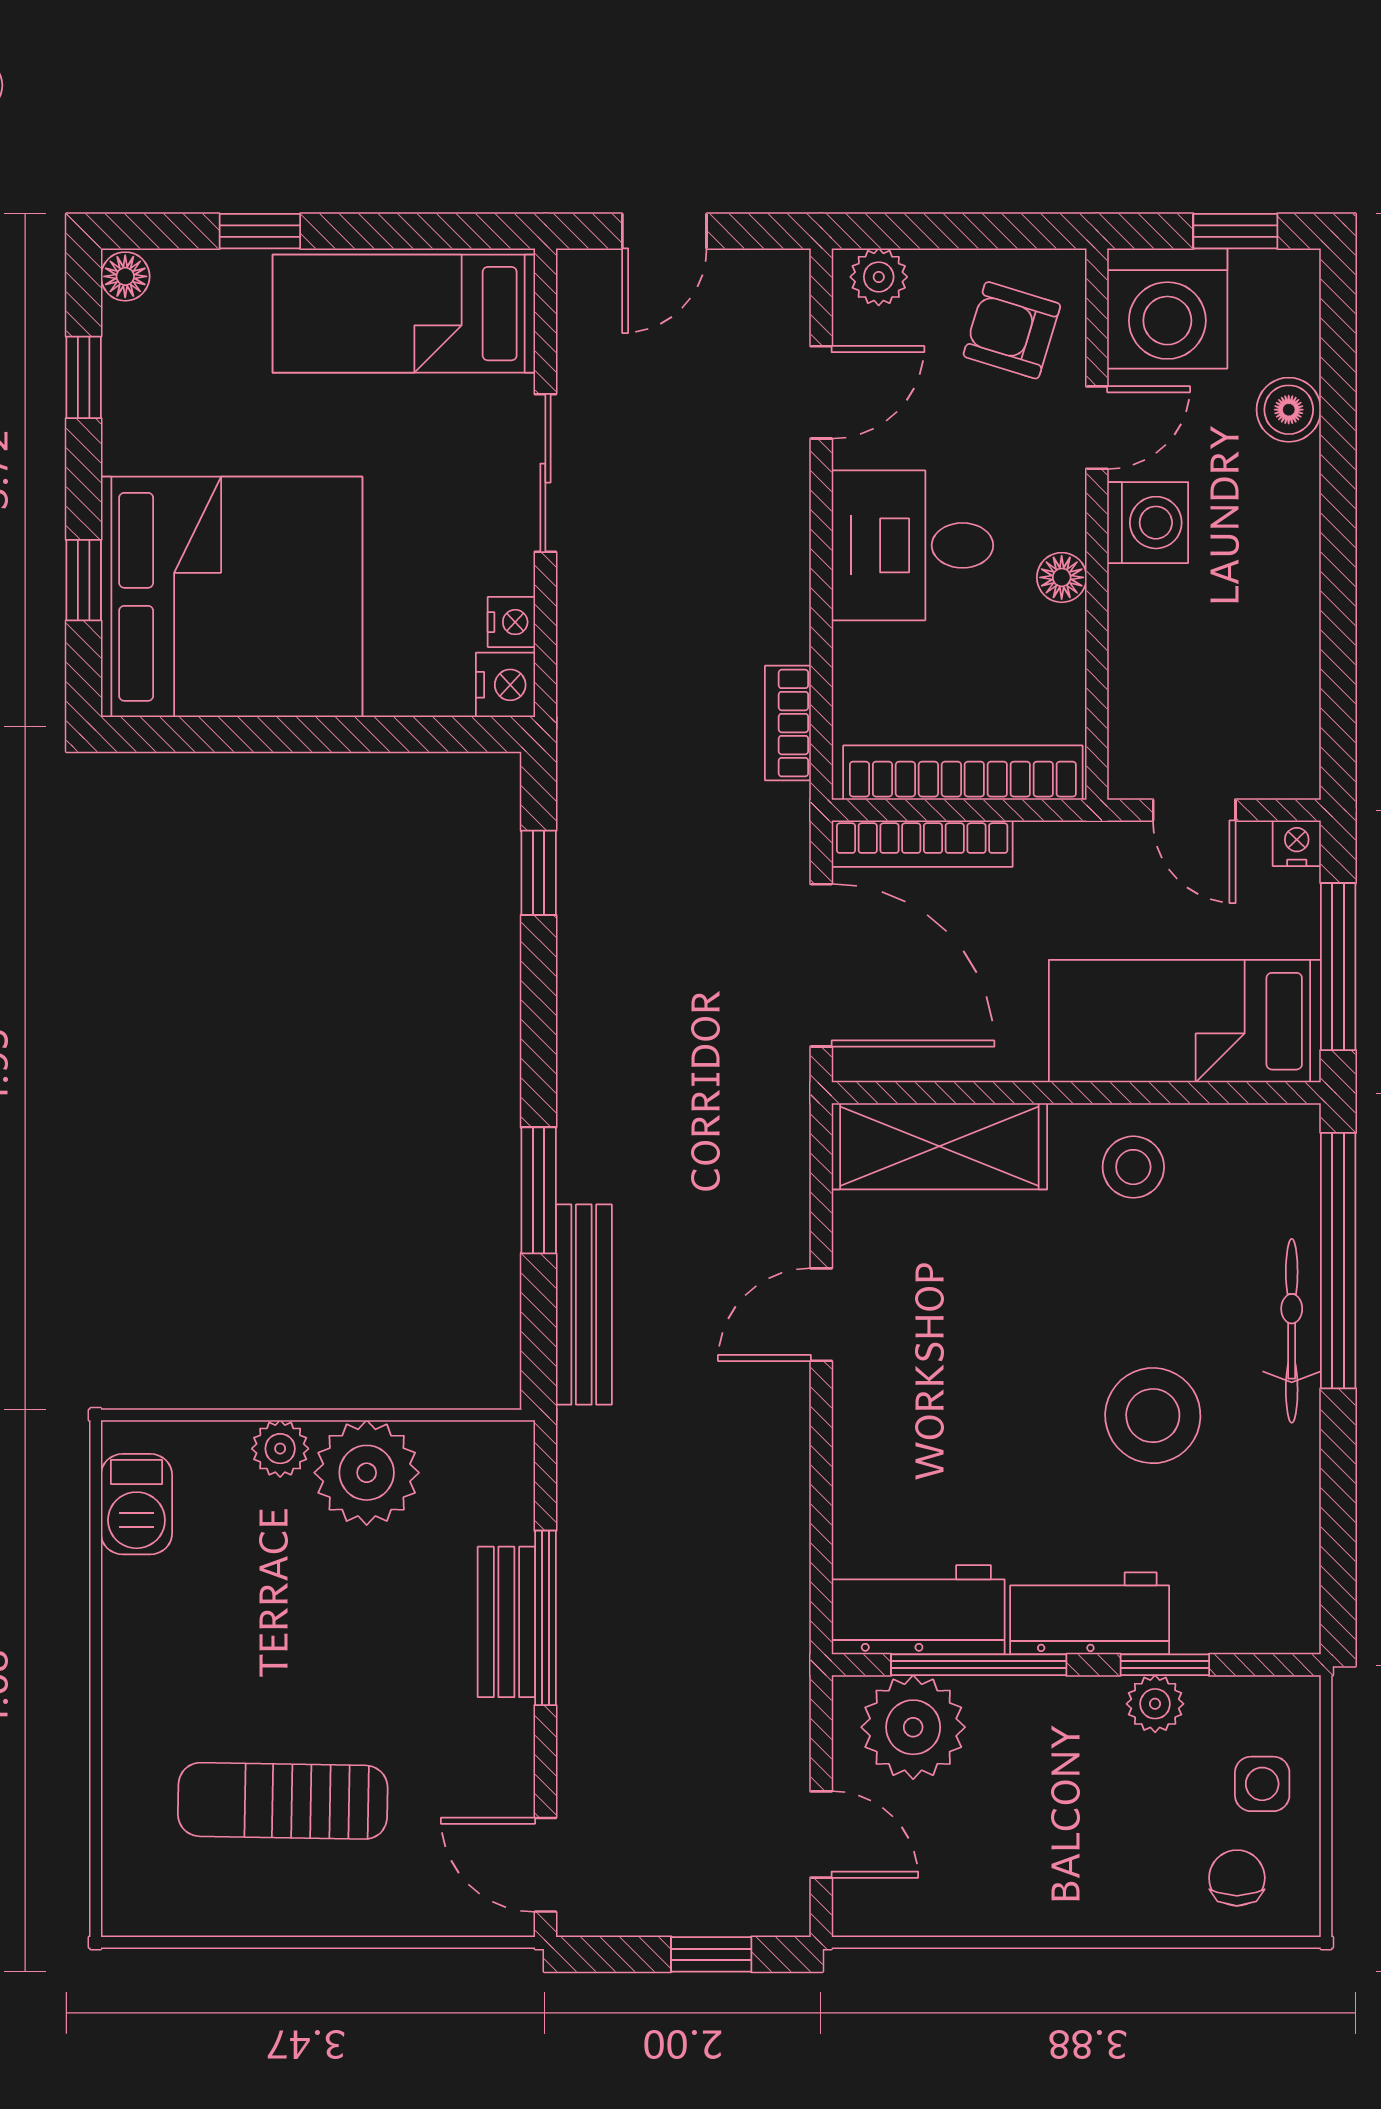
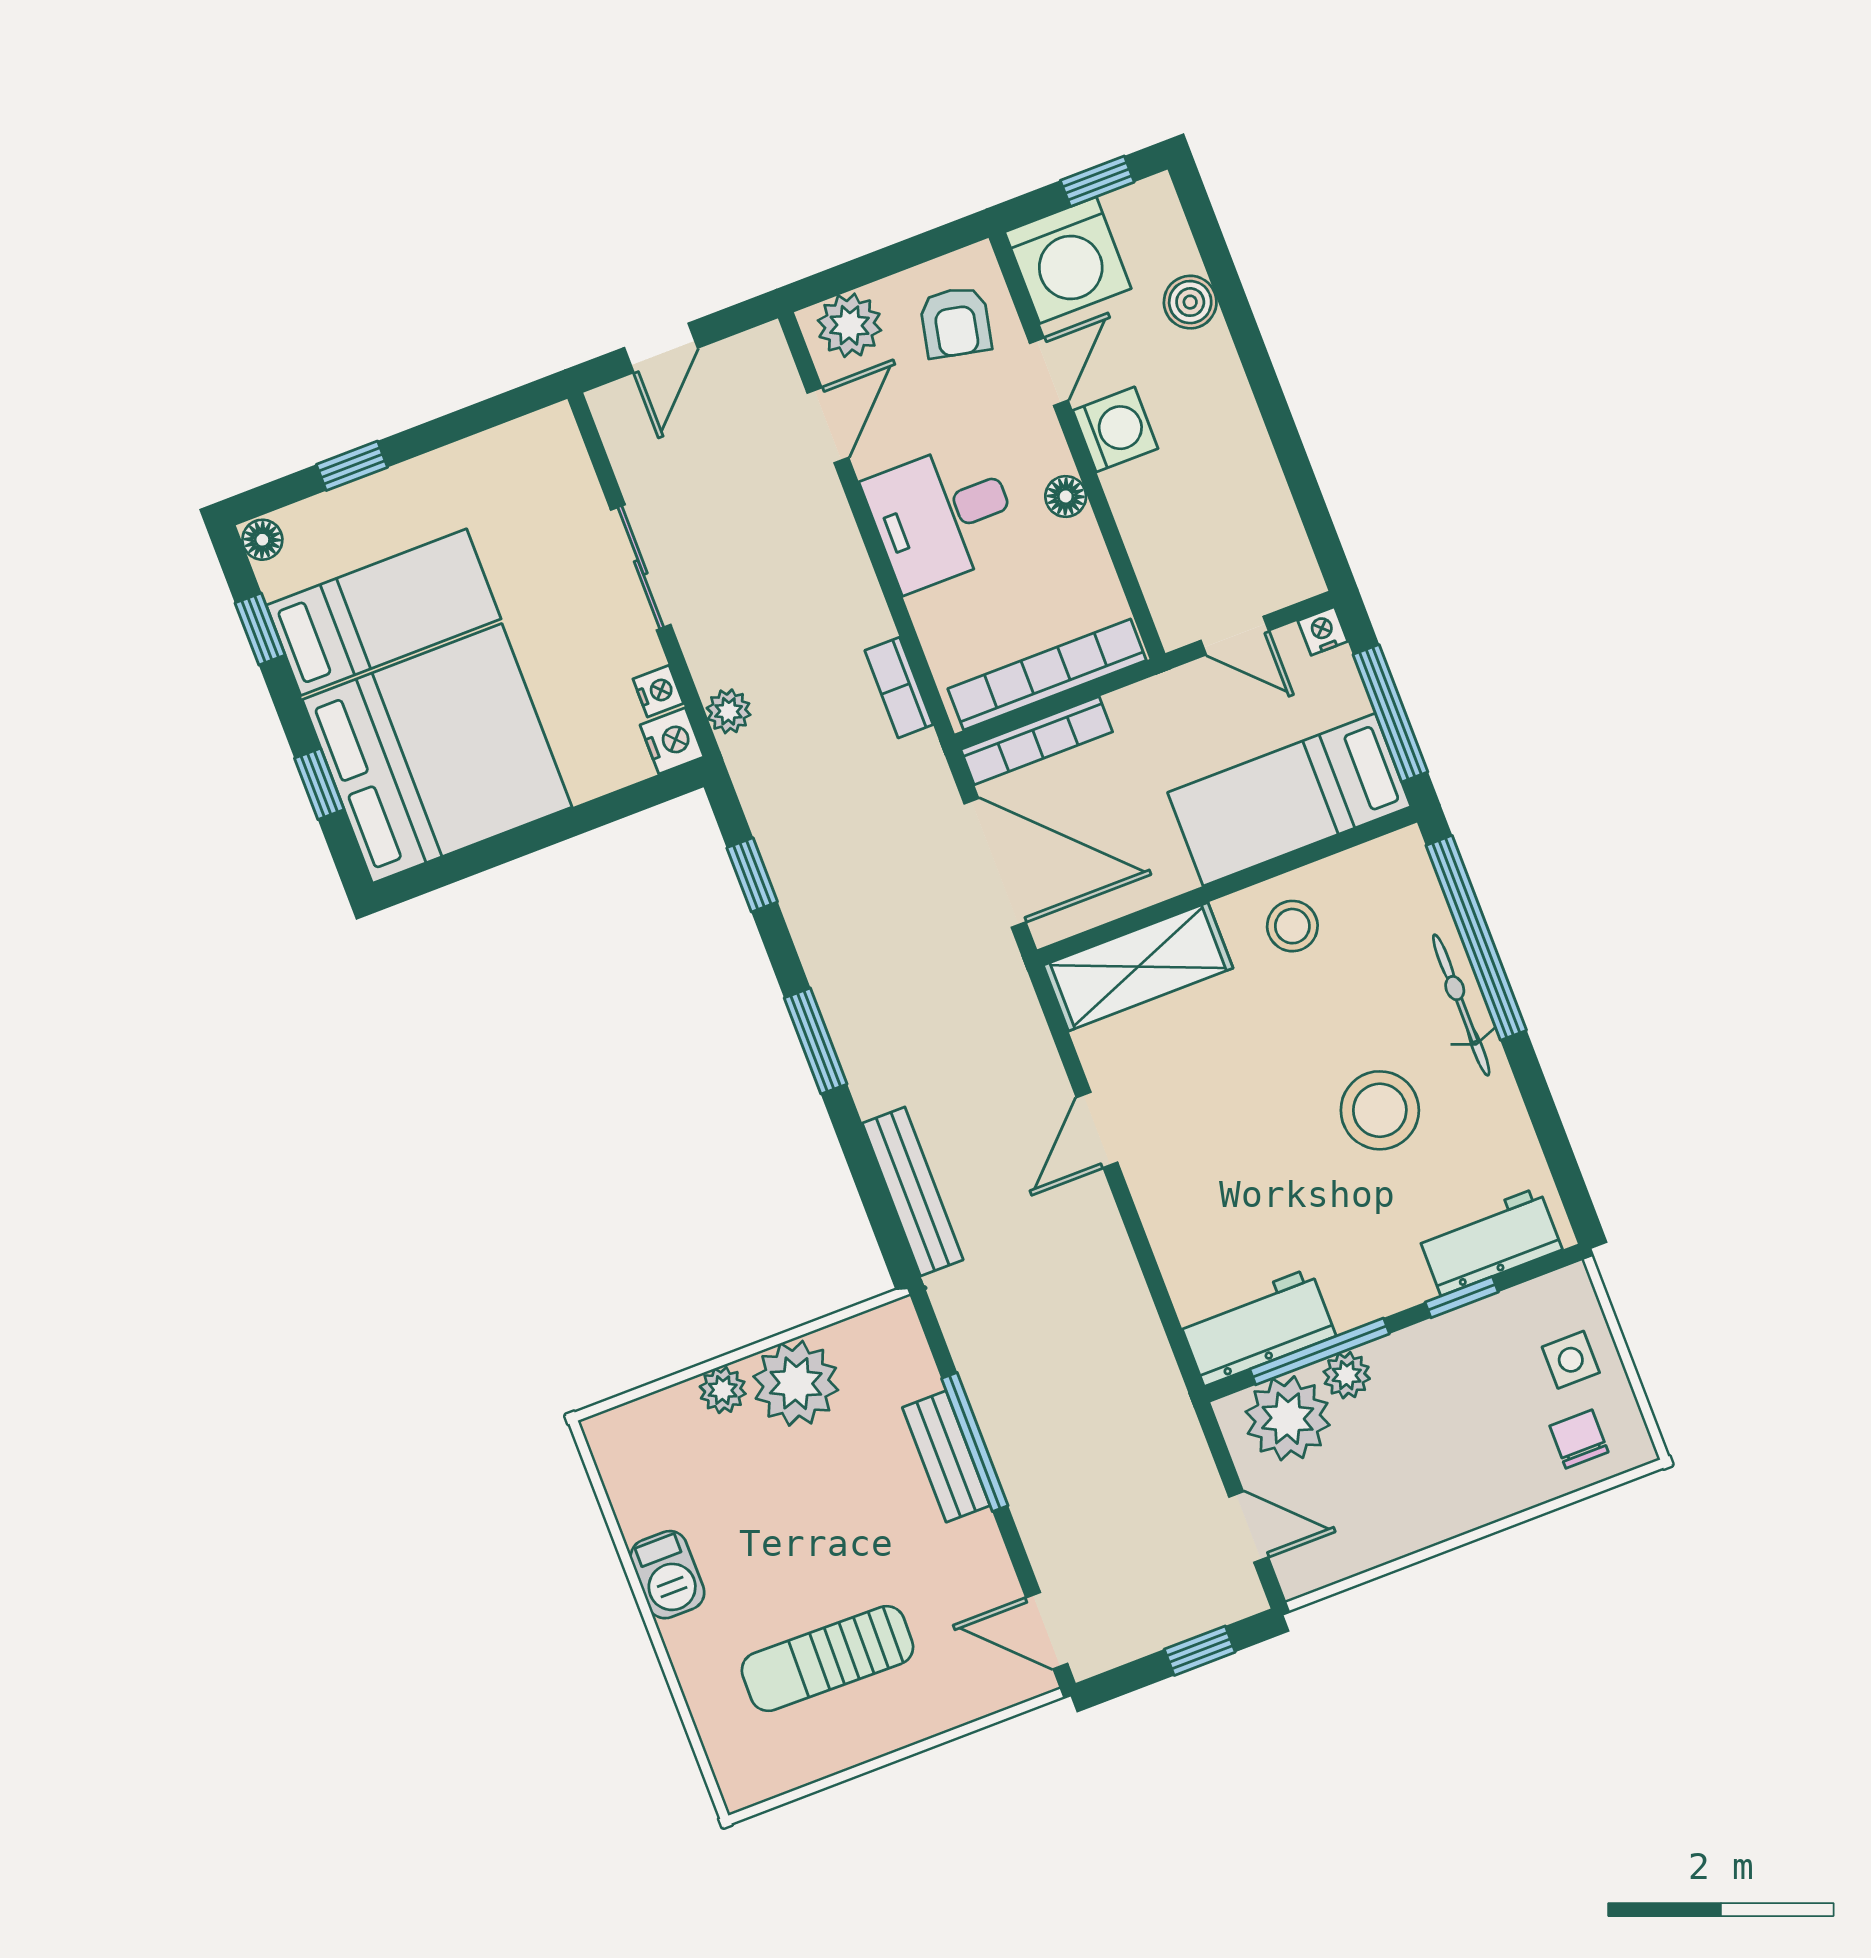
plant: (879, 277) -> (849, 325), width x1.38, depth x1.38
bed: (404, 314) -> (384, 612), moved, turned 180
armchair: (1012, 330) -> (955, 322), turned -95
plant: (583, 676) -> (729, 711), added
window: (539, 1190) -> (816, 1041), moved
barbecue: (136, 1504) -> (667, 1575), moved
workbench: (1090, 1613) -> (1490, 1241), moved
plant: (1155, 1704) -> (1347, 1375), moved

